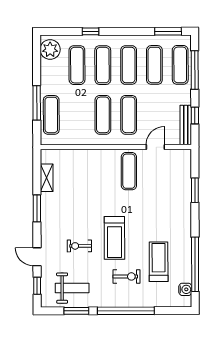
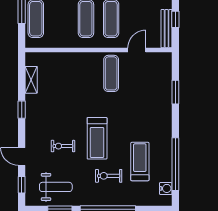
window: (37, 208) -> (22, 110), width x0.67
exercise bike: (127, 276) -> (109, 176), turned 180

